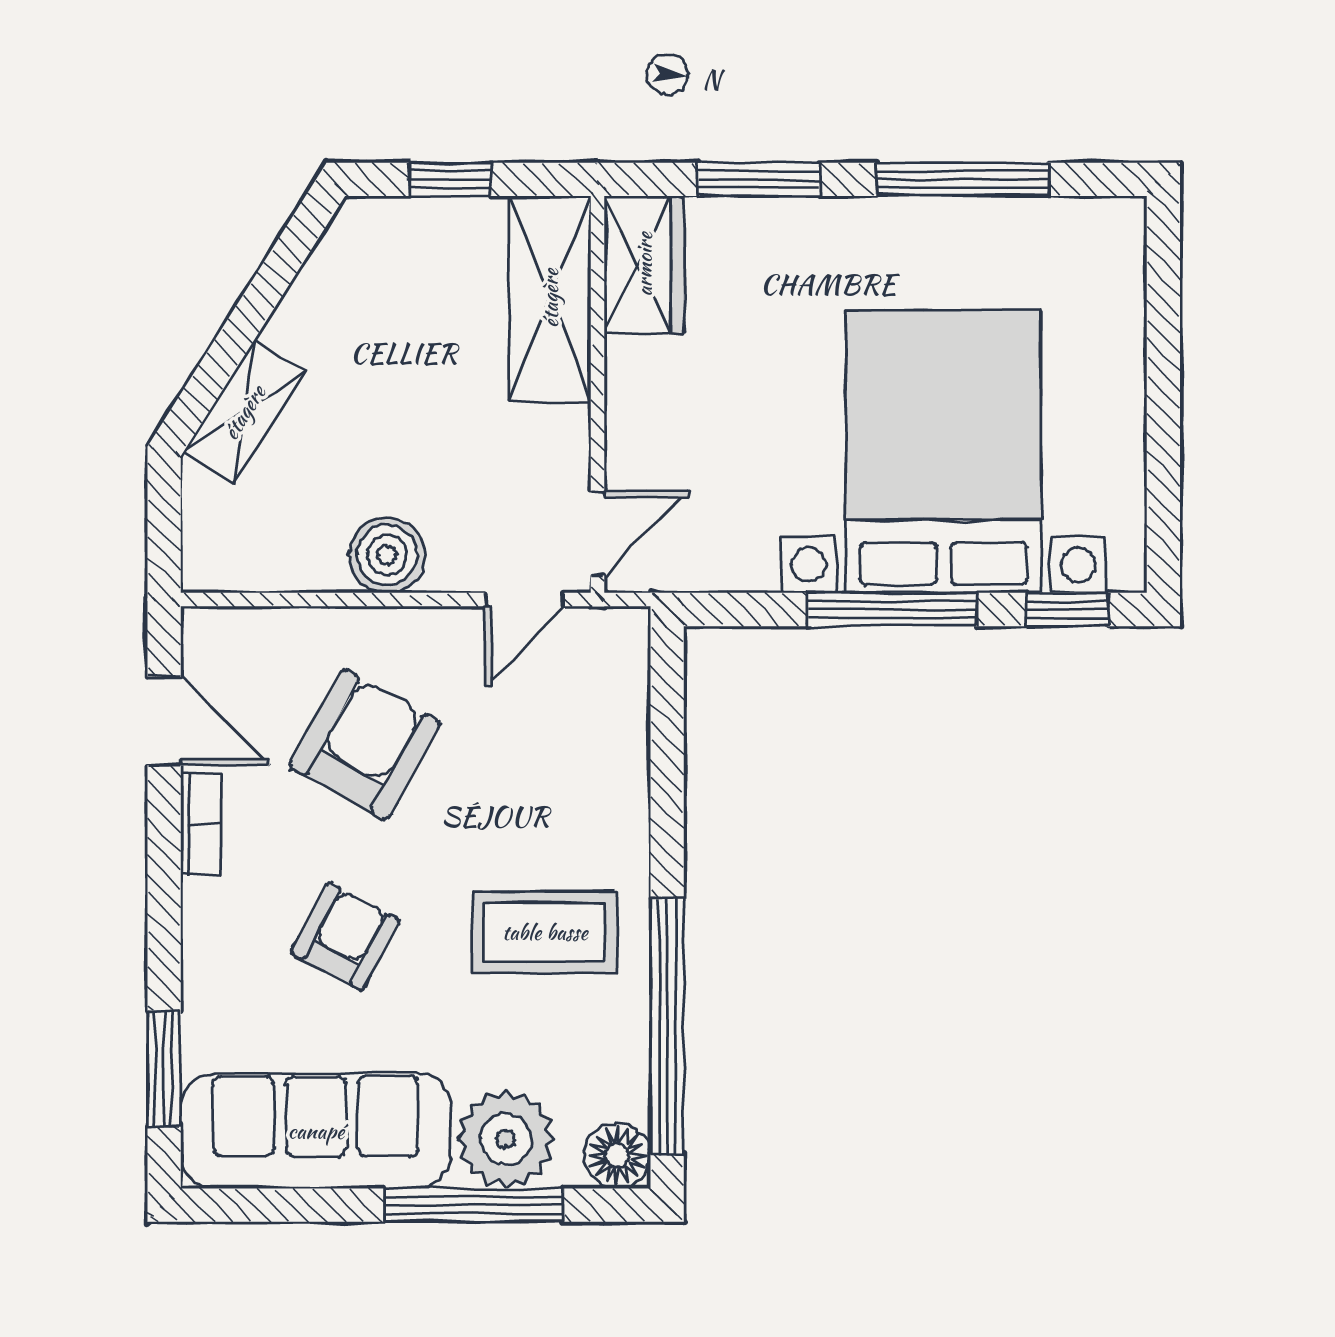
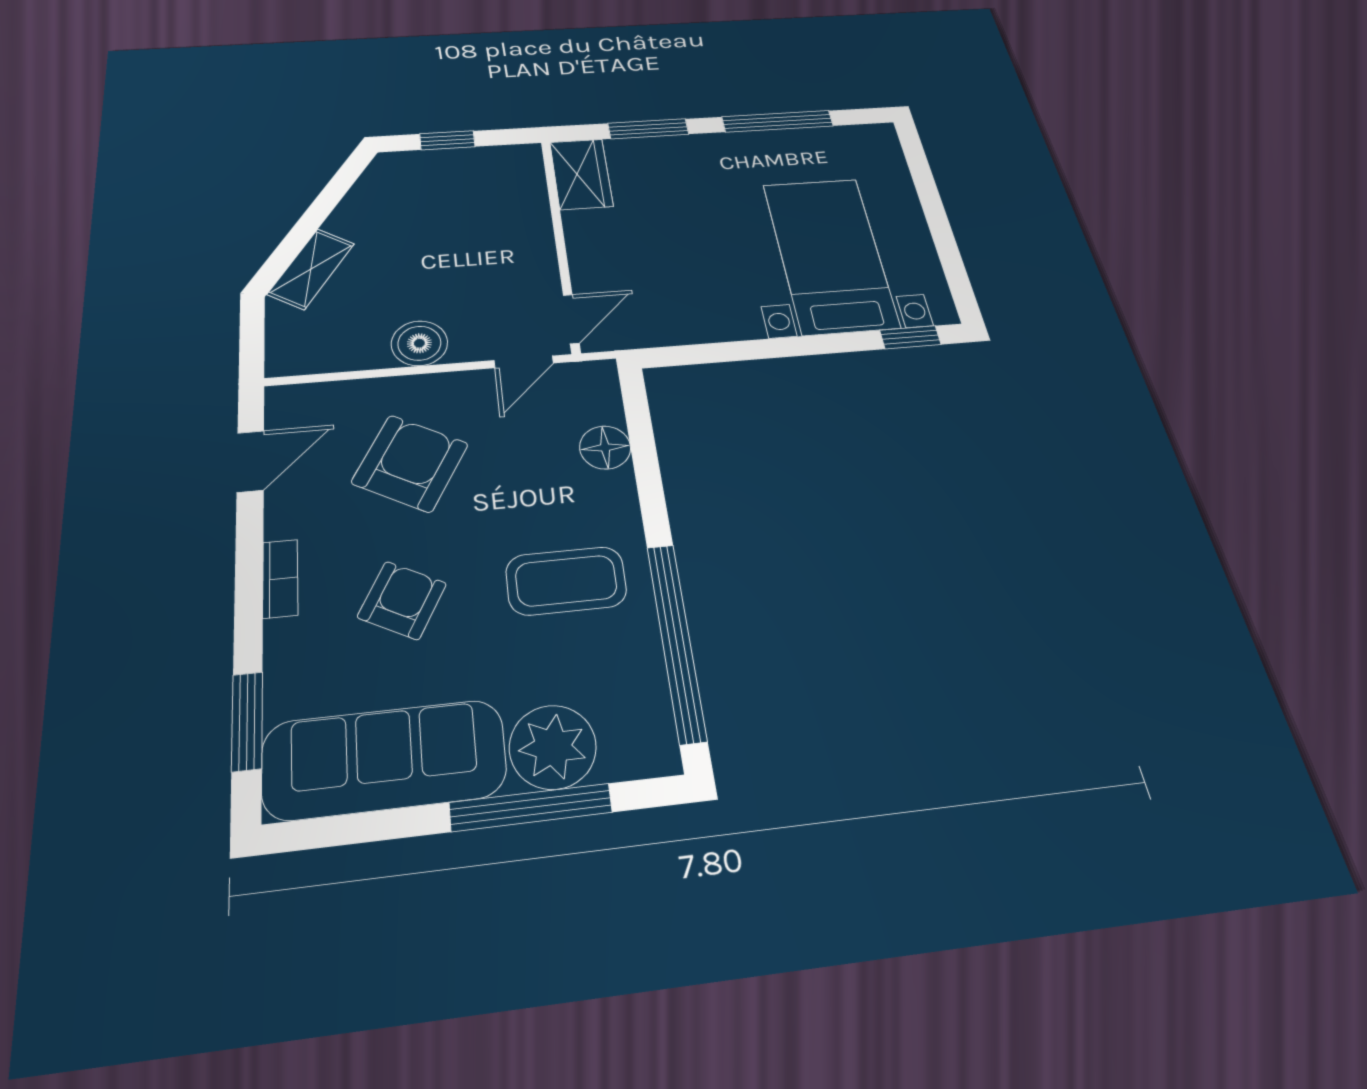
shelving: (550, 298) -> (521, 195), removed
bed with nightstands: (943, 452) -> (830, 255), width x0.73
window: (892, 610) -> (789, 347), removed
door: (164, 721) -> (250, 461), hinge flipped
bookcase: (201, 824) -> (280, 579), moved
floor lamp: (617, 1155) -> (605, 447), moved

